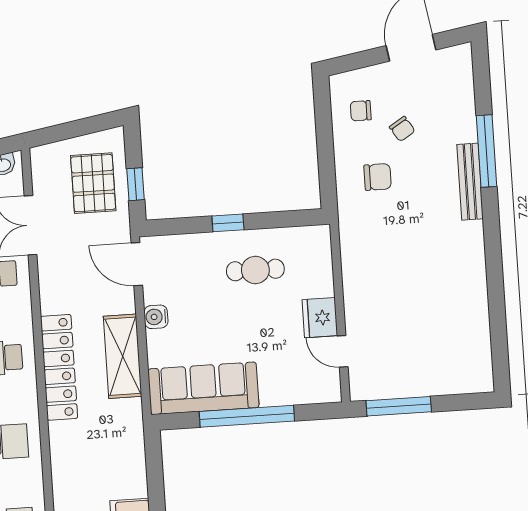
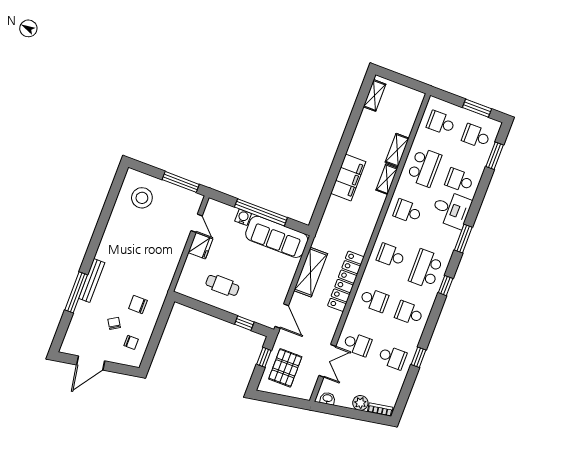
window: (228, 223) -> (244, 323), moved
water cooler: (156, 317) -> (243, 217), moved, turned -90
stool: (450, 352) -> (142, 198), added

